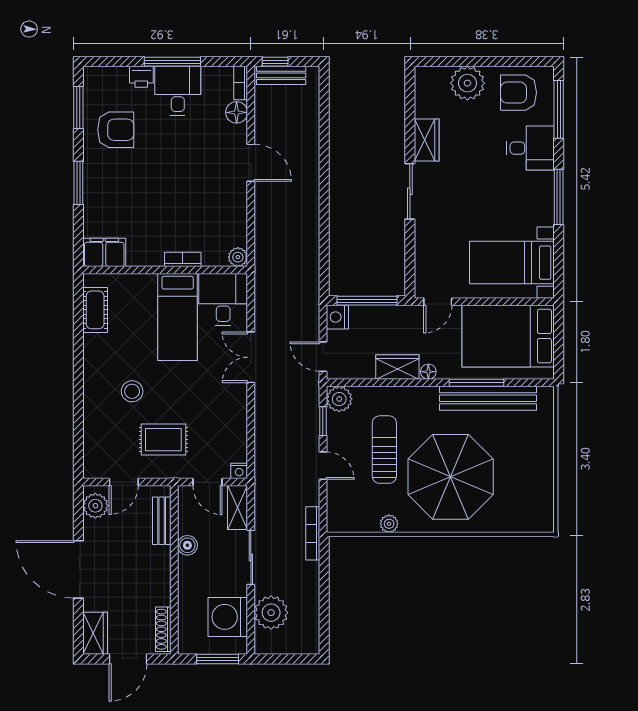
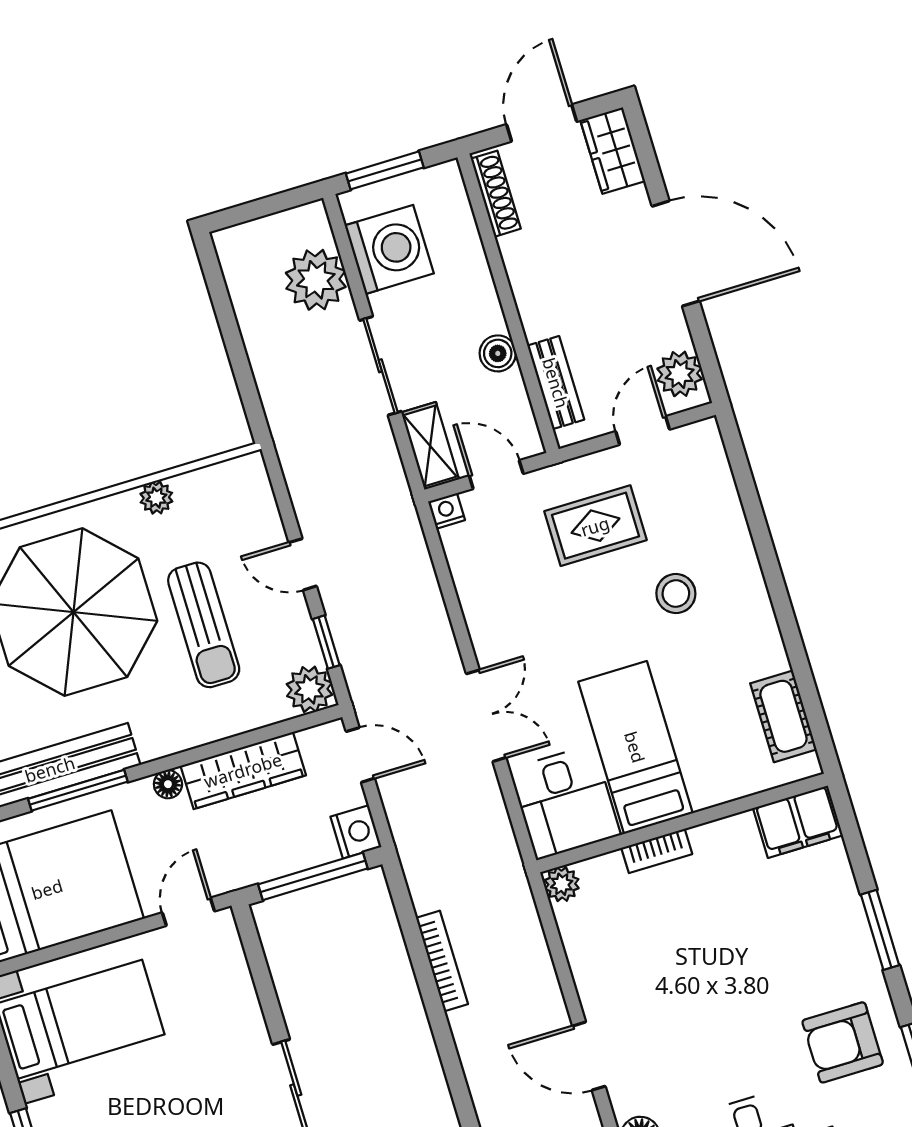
wardrobe: (397, 367) -> (243, 770), width x1.50
bookcase: (313, 533) -> (442, 961), moved

